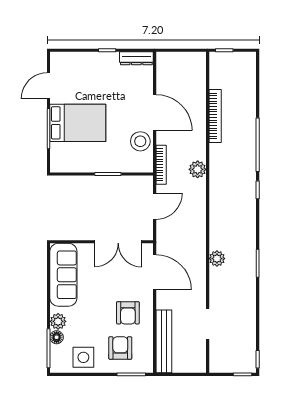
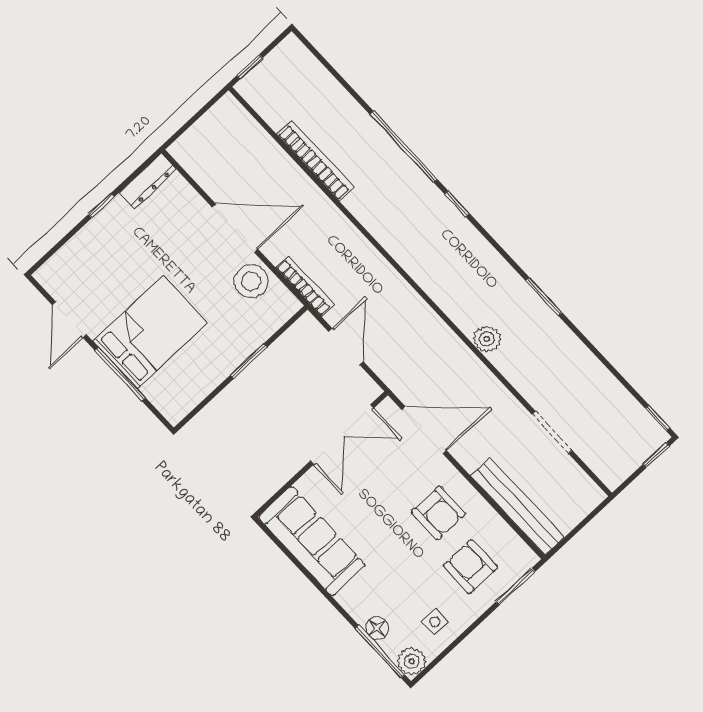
plant: (198, 169) -> (357, 249), removed
plant: (58, 321) -> (412, 661), moved
side table: (83, 357) -> (435, 622), width x0.54, depth x0.54

